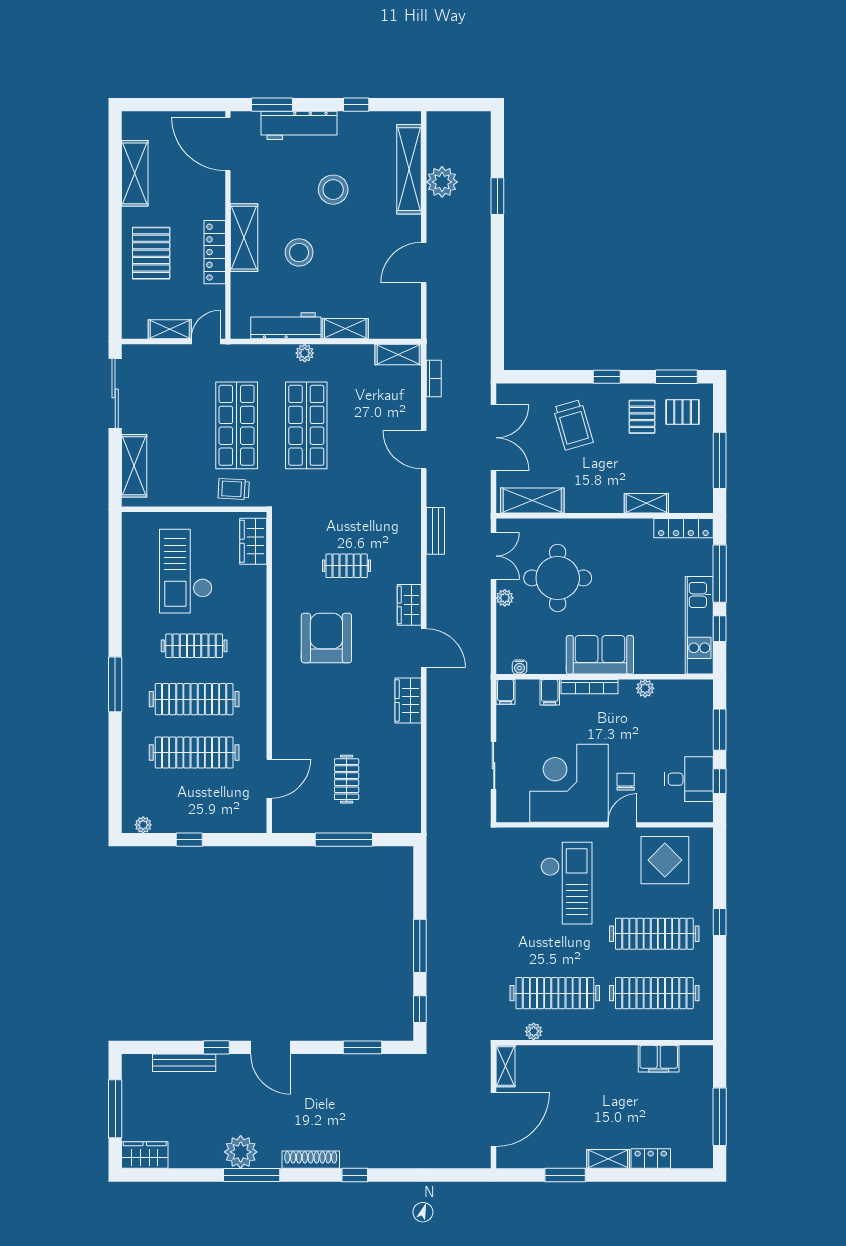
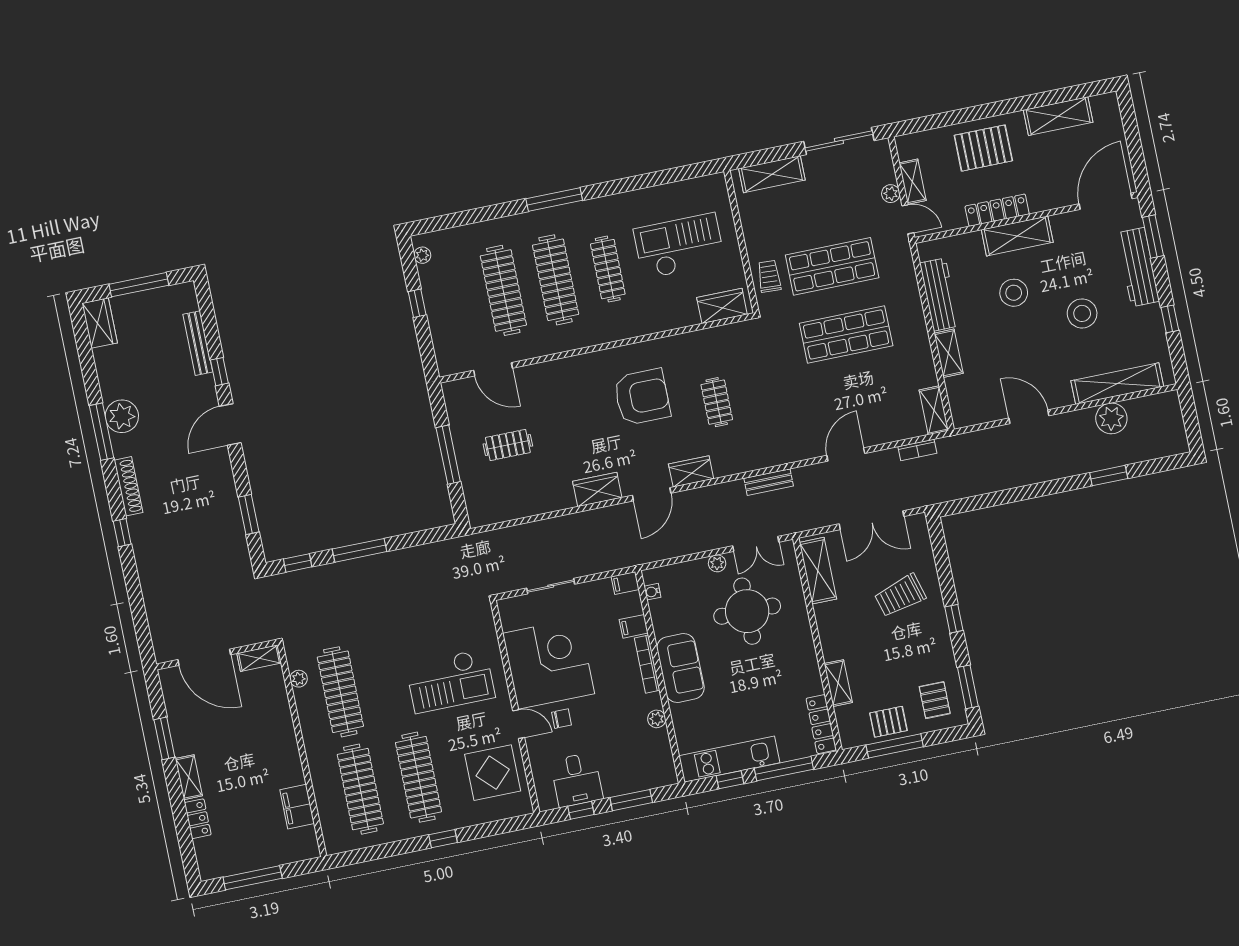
plant: (305, 353) -> (891, 194), moved
pallet: (642, 417) -> (888, 722), moved

